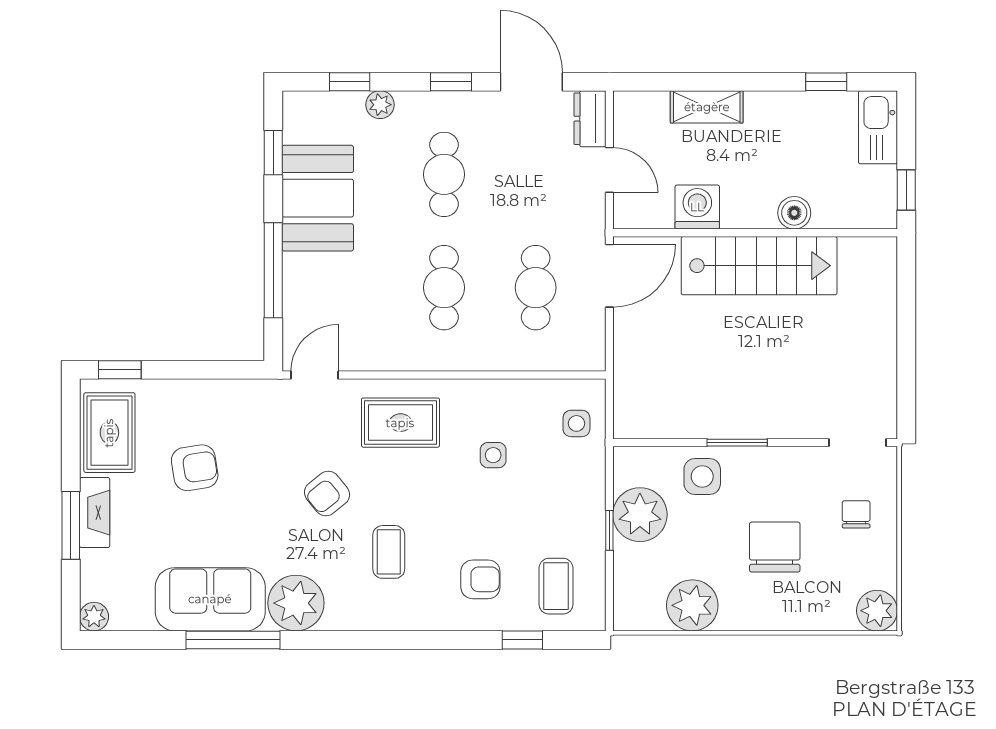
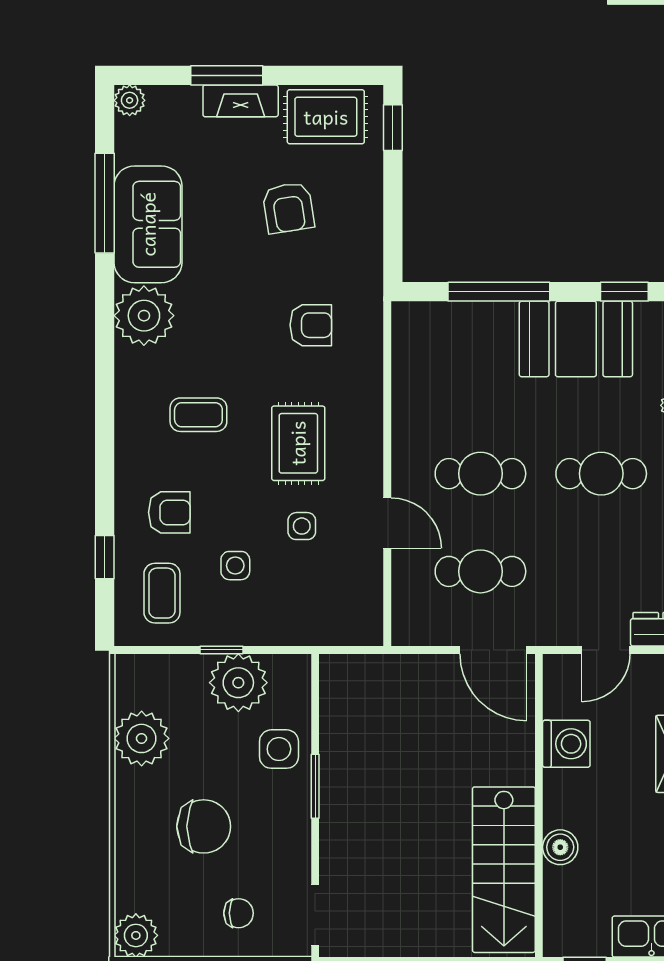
stairs: (759, 266) -> (504, 870), moved
door: (315, 375) -> (387, 523), moved
rug: (400, 423) -> (298, 443), moved
side table: (576, 423) -> (235, 566), moved
armchair: (327, 493) -> (311, 325), moved, turned 129
armchair: (480, 579) -> (169, 512), turned -90
coffee table: (556, 586) -> (162, 593), turned 90
window: (233, 640) -> (105, 203), moved

